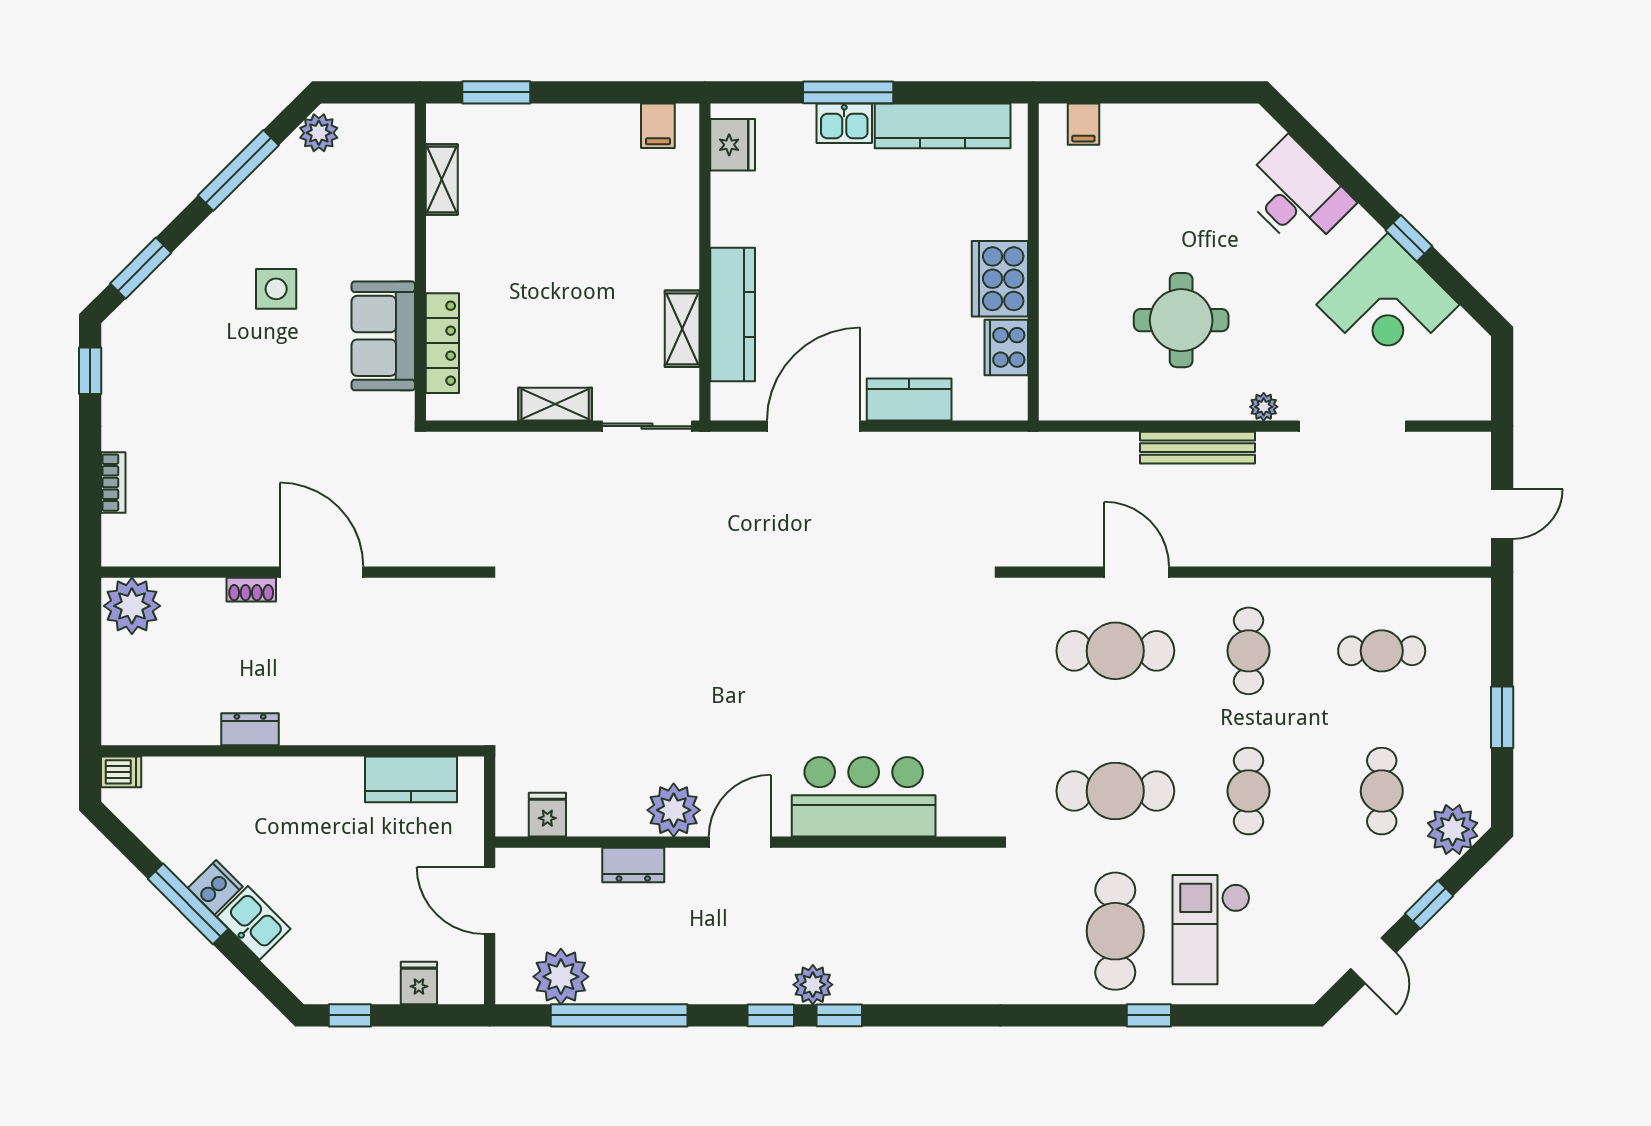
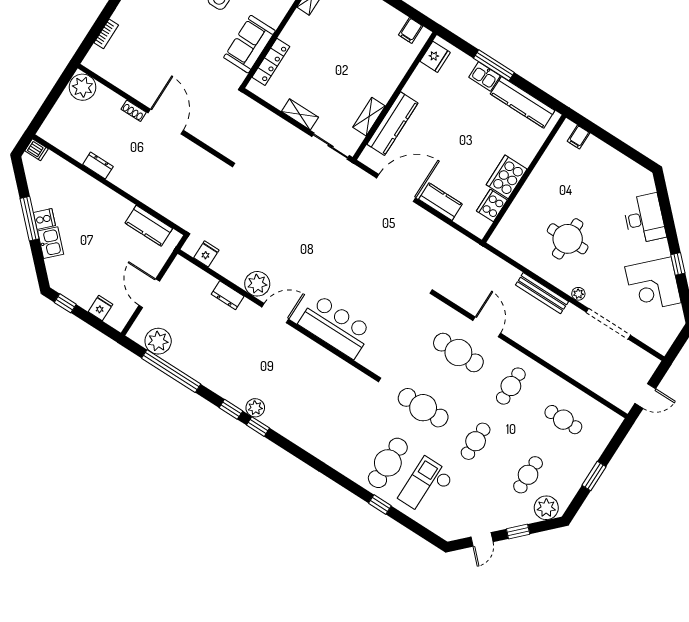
bar counter: (864, 797) -> (335, 326), moved
plant: (674, 810) -> (257, 284), moved
fridge: (547, 815) -> (206, 254), moved
door: (740, 842) -> (275, 313), moved
wall: (745, 842) -> (277, 314), moved
dresser: (633, 865) -> (228, 295), moved

